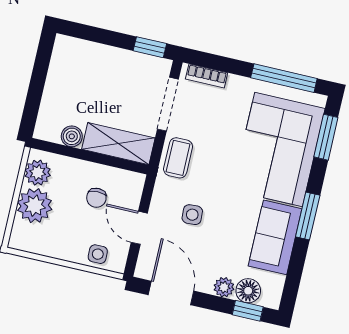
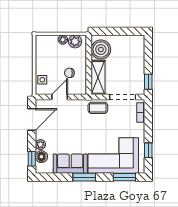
window: (284, 78) -> (148, 150), width x0.46
boiler: (72, 136) -> (101, 50), width x1.86, depth x1.86
plant: (35, 206) -> (63, 40), width x0.53, depth x0.53
side table: (192, 215) -> (72, 121), removed

